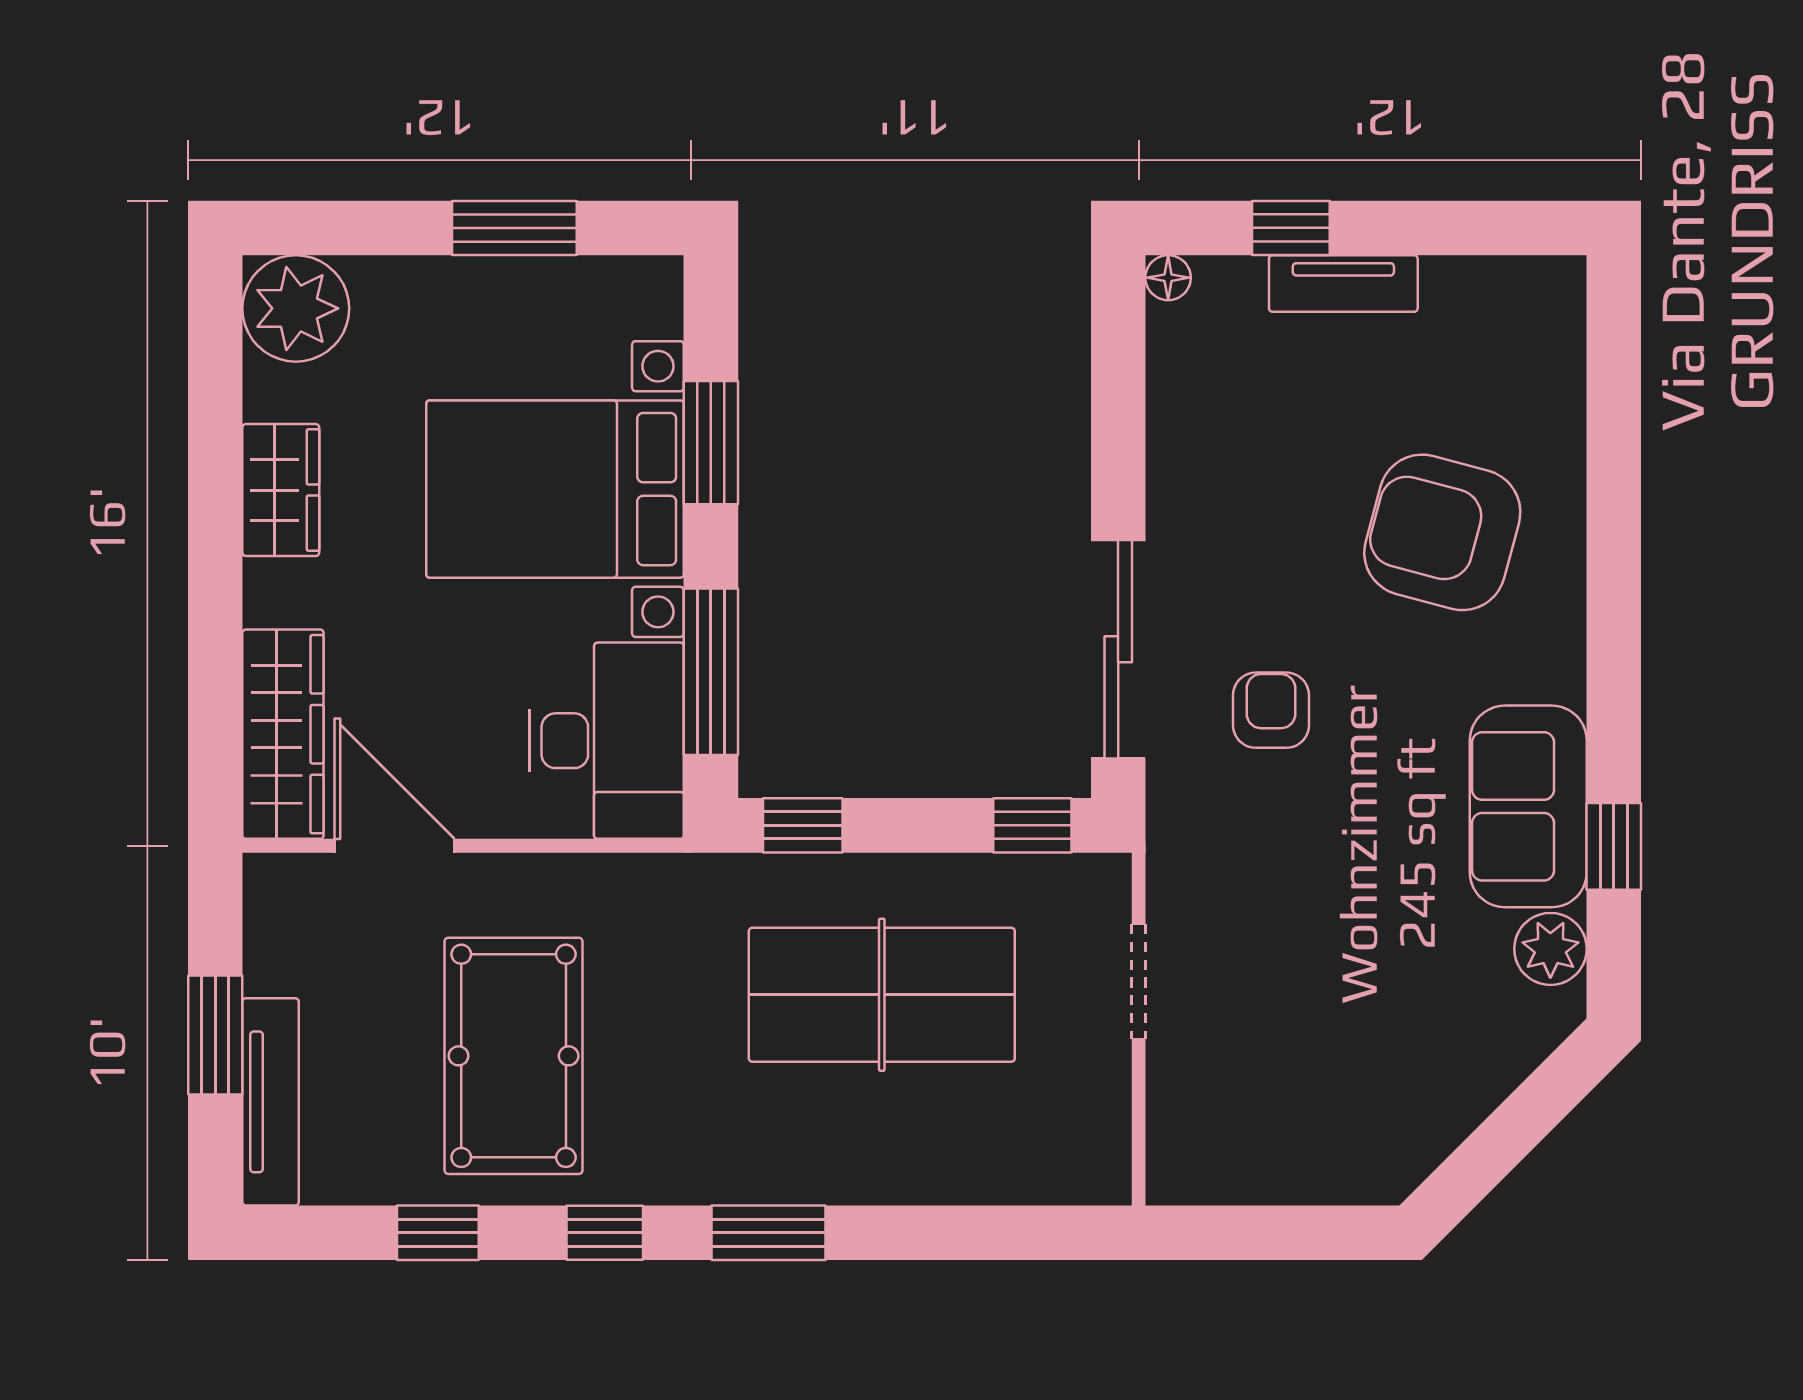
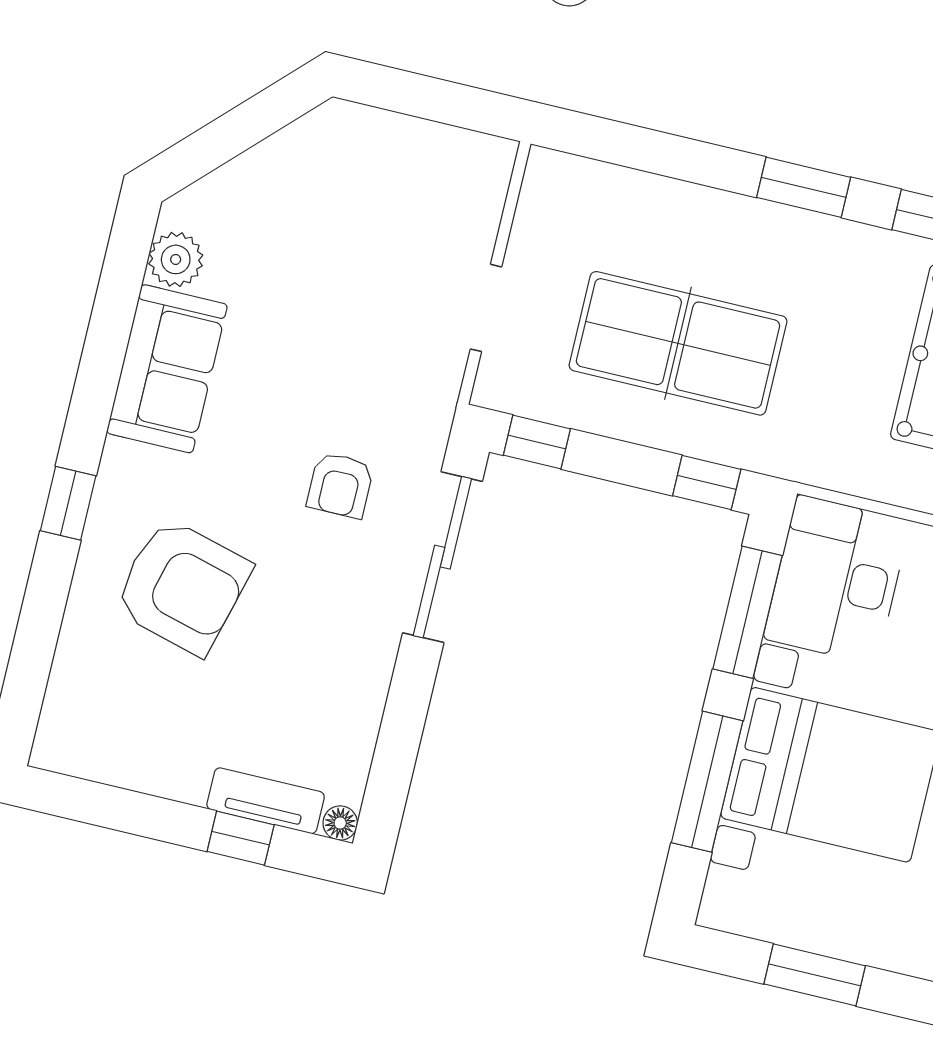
tv unit: (1343, 283) -> (266, 801), moved
window: (711, 443) -> (707, 782), width x1.44
window: (1614, 846) -> (68, 503), moved

